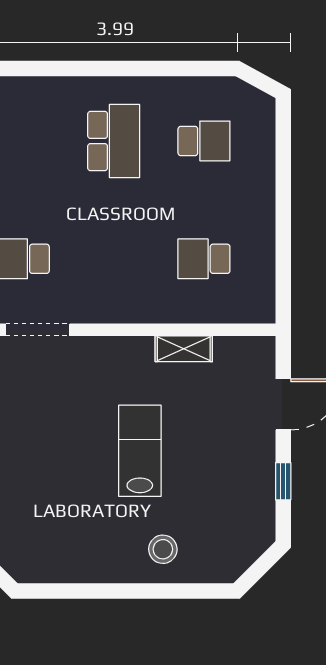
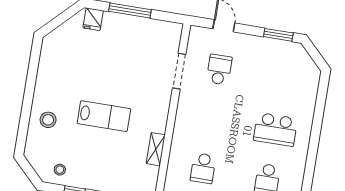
school desk: (204, 259) -> (203, 168), turned 180
stool: (248, 514) -> (60, 170), added

